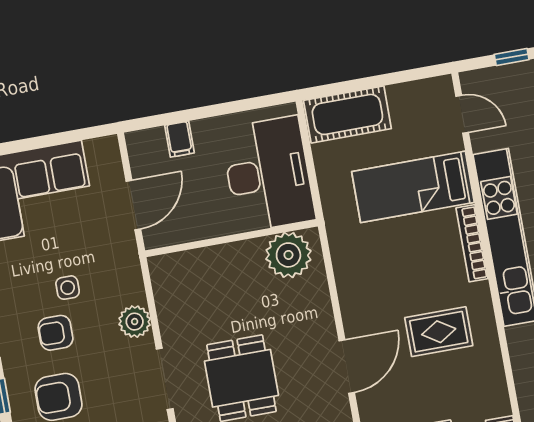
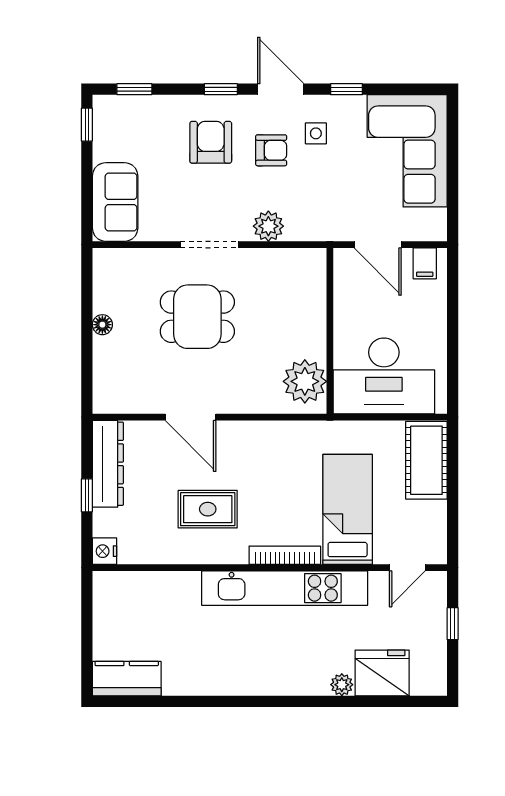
filing cabinet: (179, 139) -> (425, 263), moved, turned -90
side table: (68, 288) -> (316, 133), moved
rug: (439, 332) -> (208, 509), turned 90
armchair: (56, 333) -> (271, 150), turned 90

